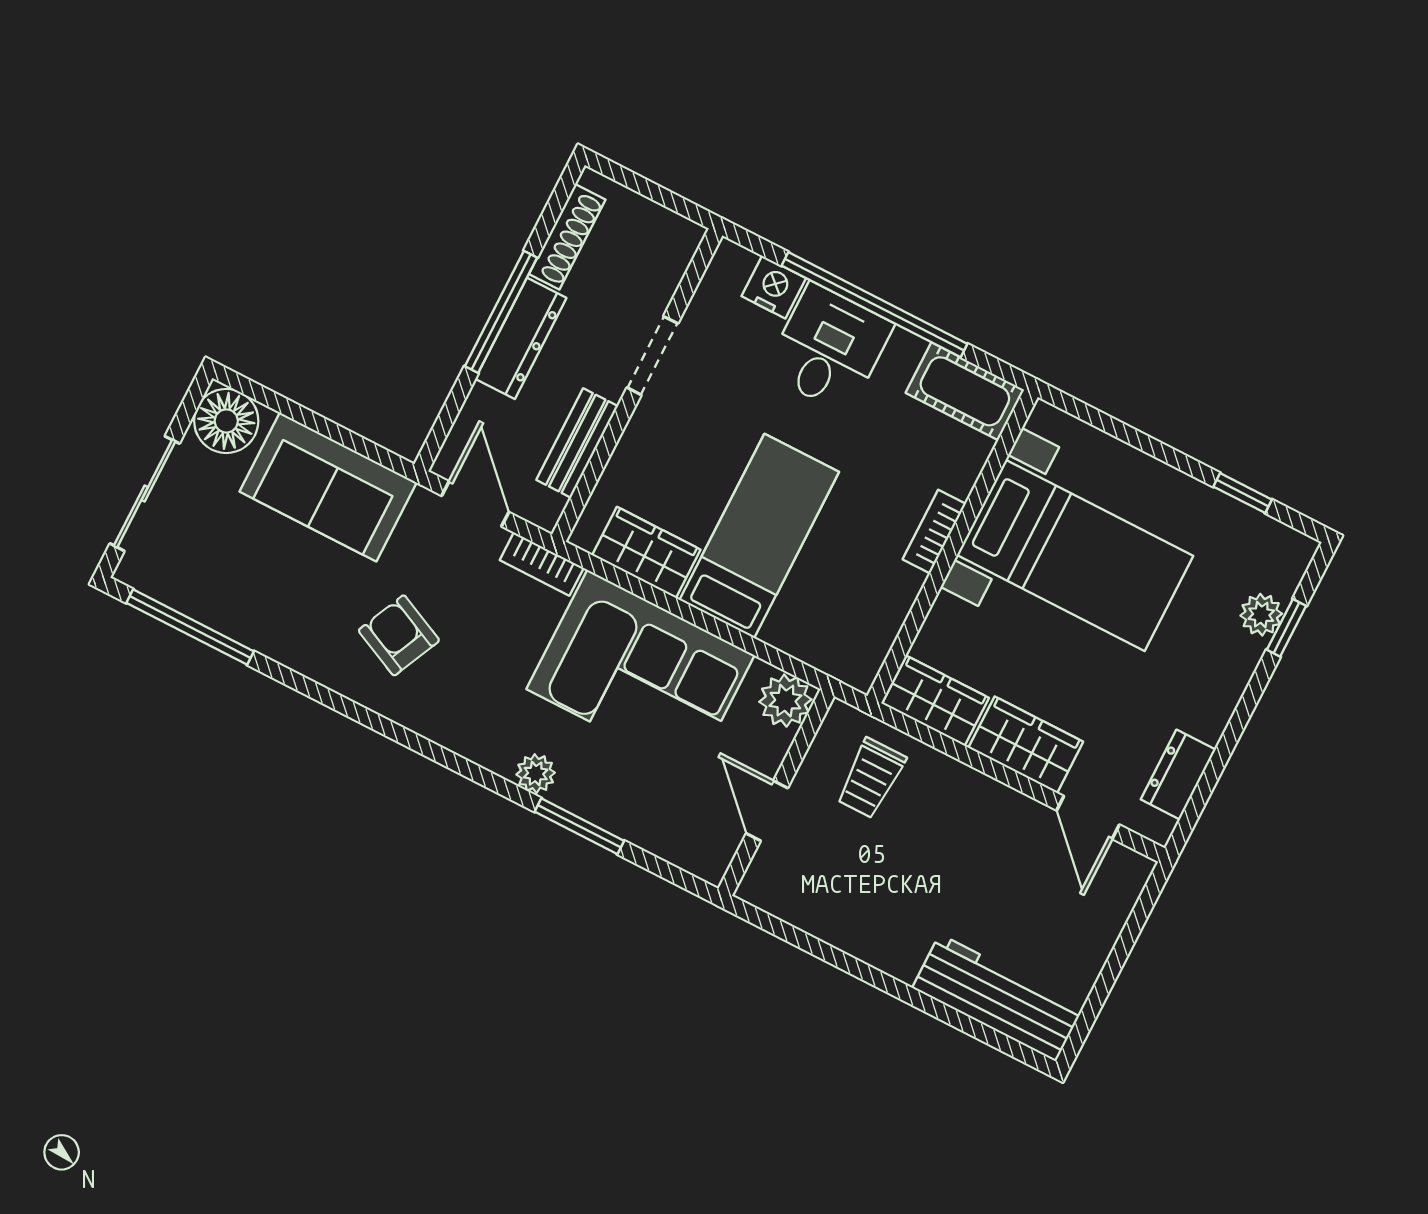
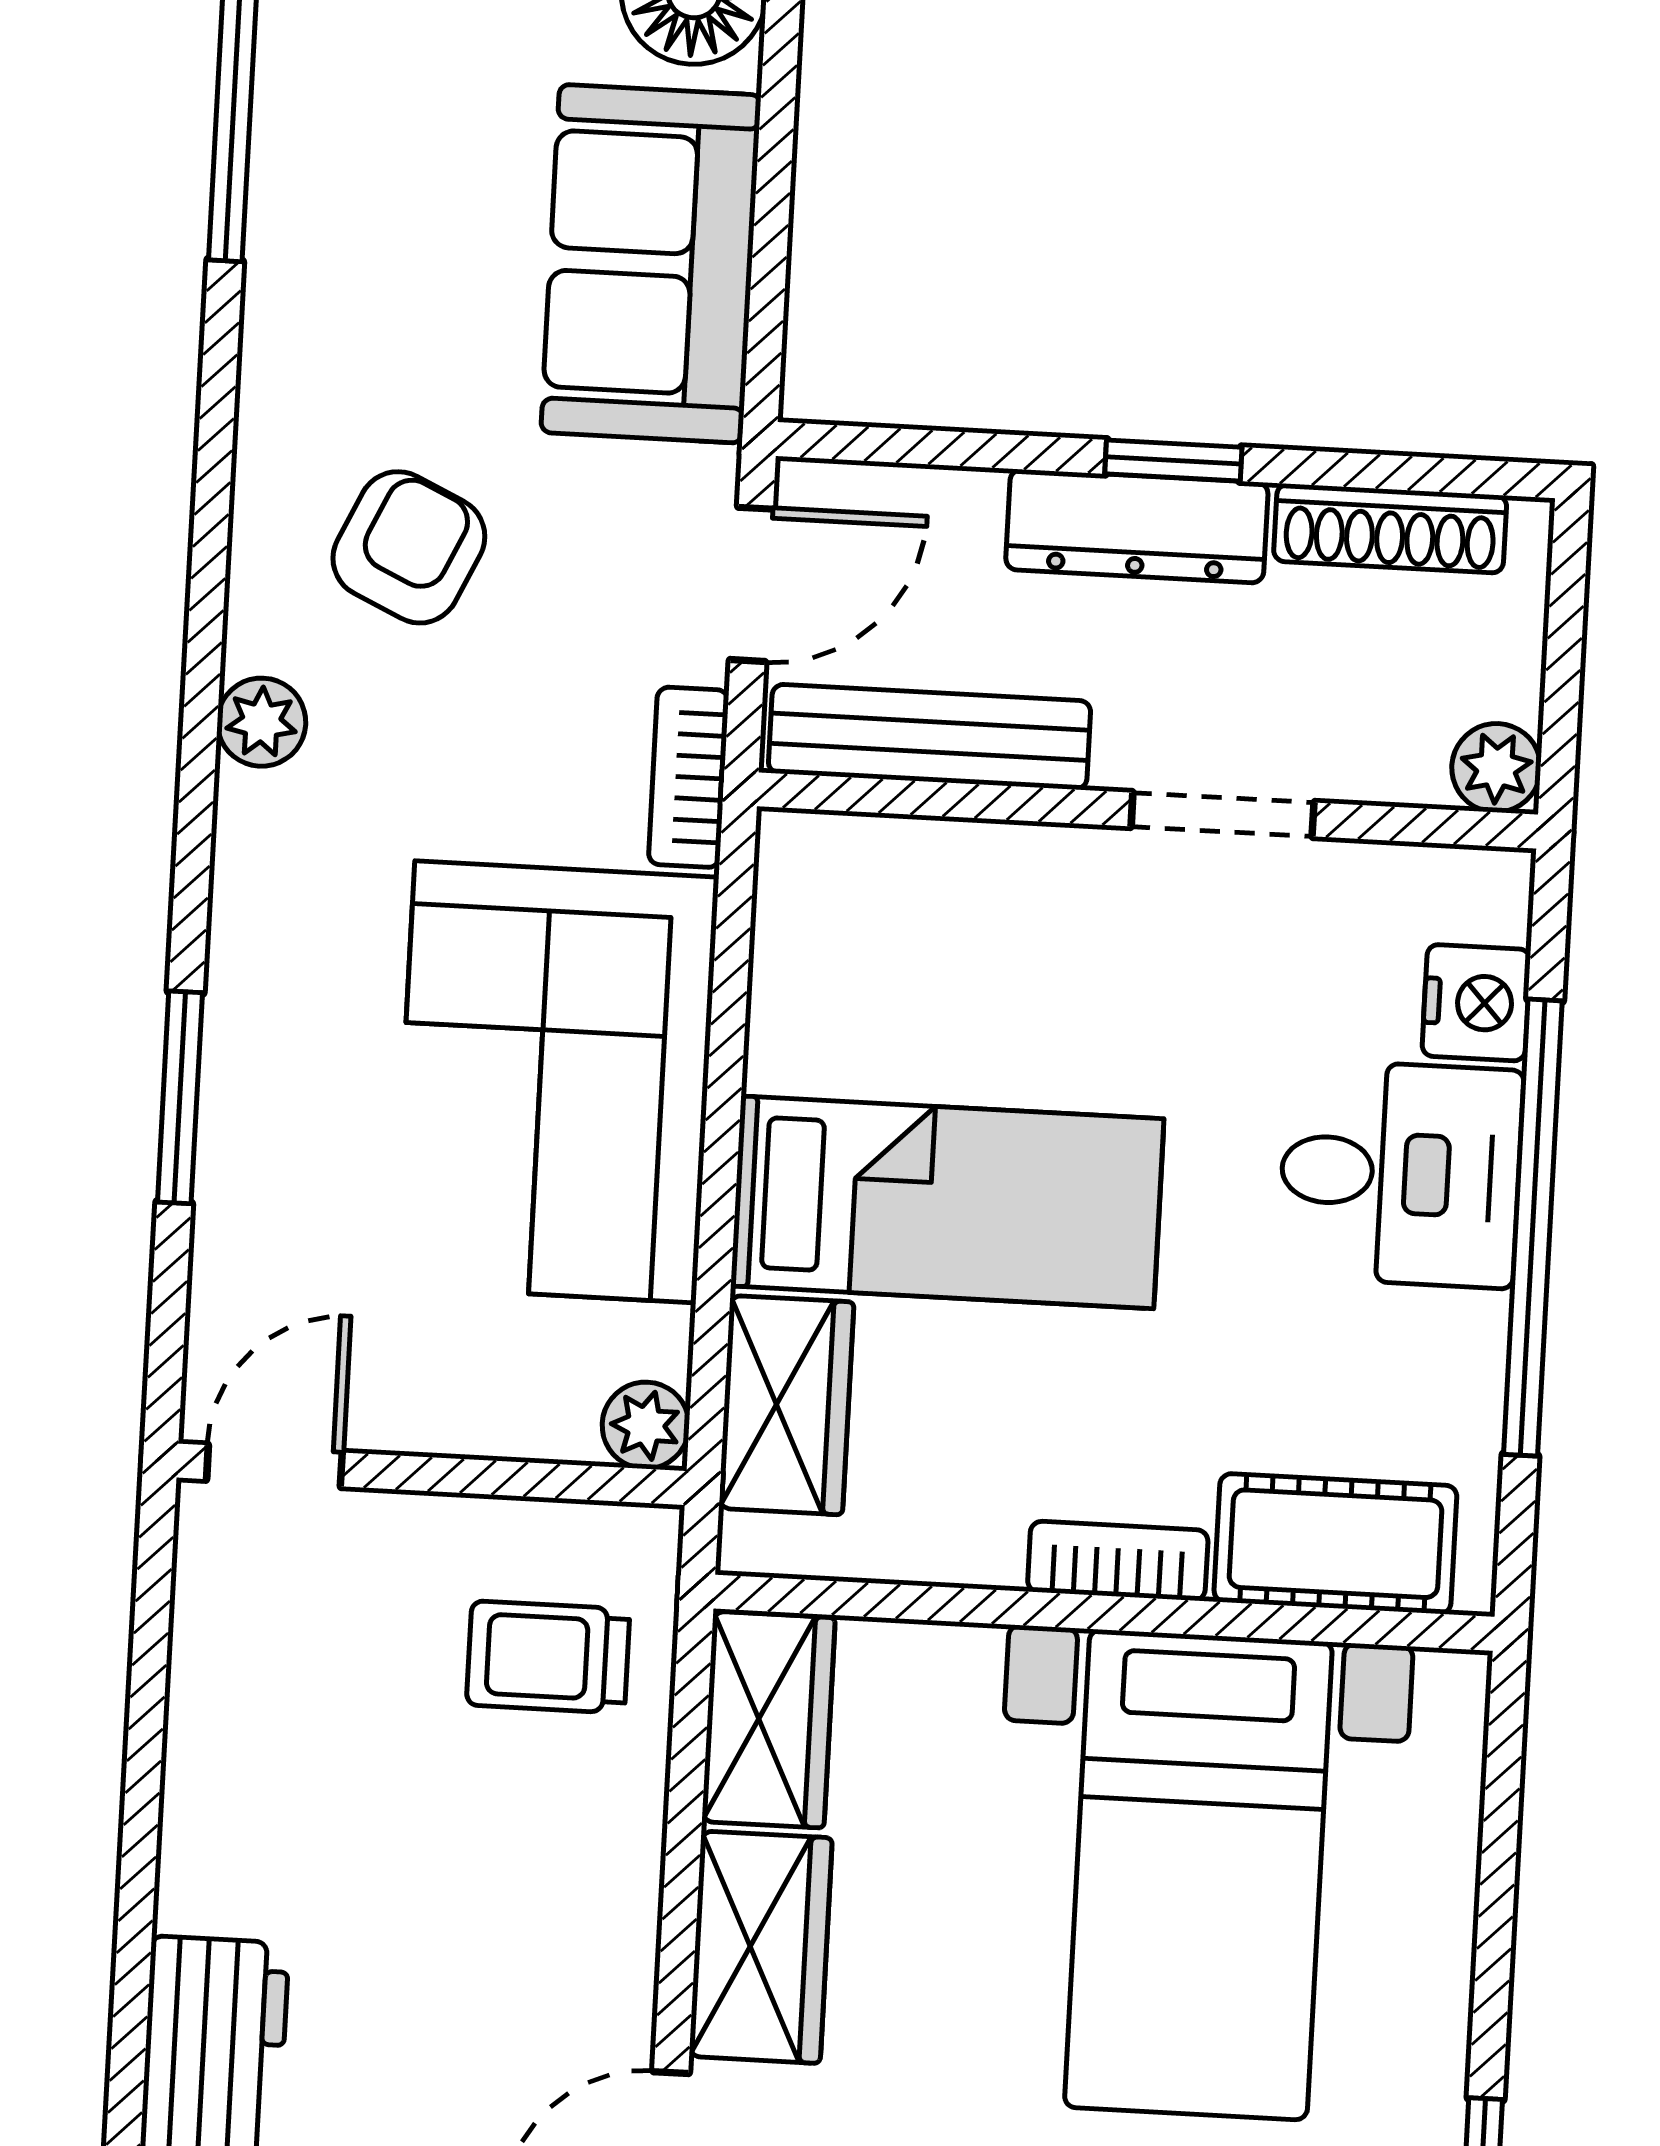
plant: (683, 237) -> (1496, 768), added
window: (501, 312) -> (1173, 461), width x0.46
cot: (965, 391) -> (1335, 1544), moved, turned 90
bench: (577, 443) -> (929, 737), width x1.36
wardrobe: (646, 552) -> (786, 1405), moved
plant: (785, 701) -> (646, 1425), width x0.73, depth x0.73
plant: (536, 774) -> (261, 722), moved
door: (767, 811) -> (274, 1466), moved

